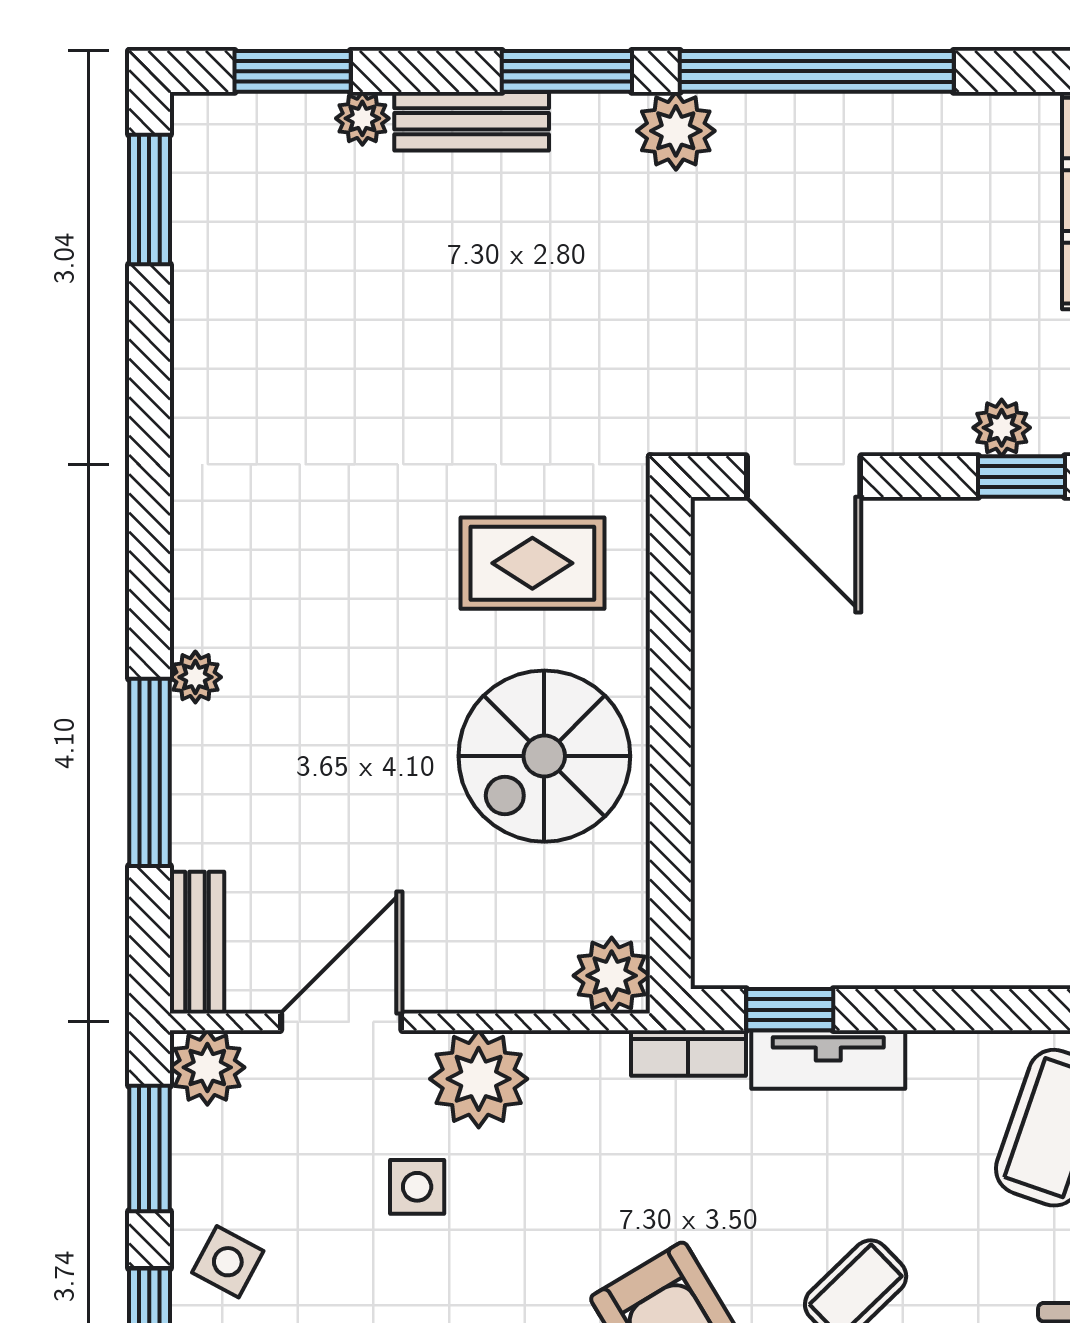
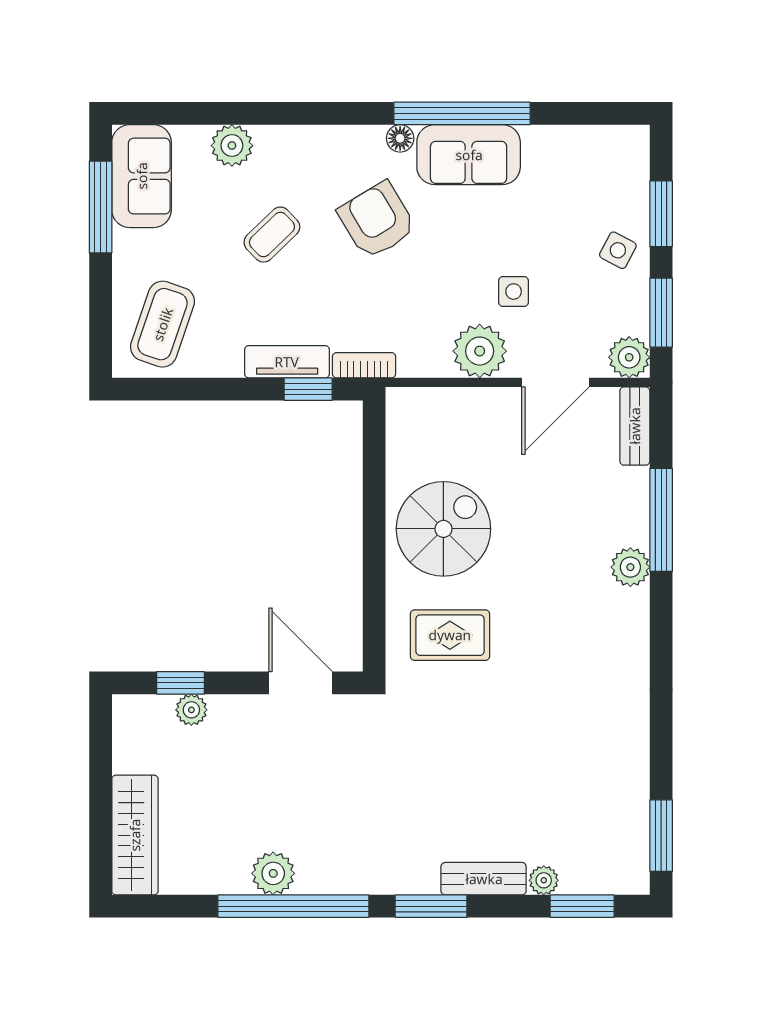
plant: (676, 131) -> (273, 873), moved
plant: (195, 677) -> (630, 567), width x1.38, depth x1.38
plant: (612, 976) -> (406, 408), removed

